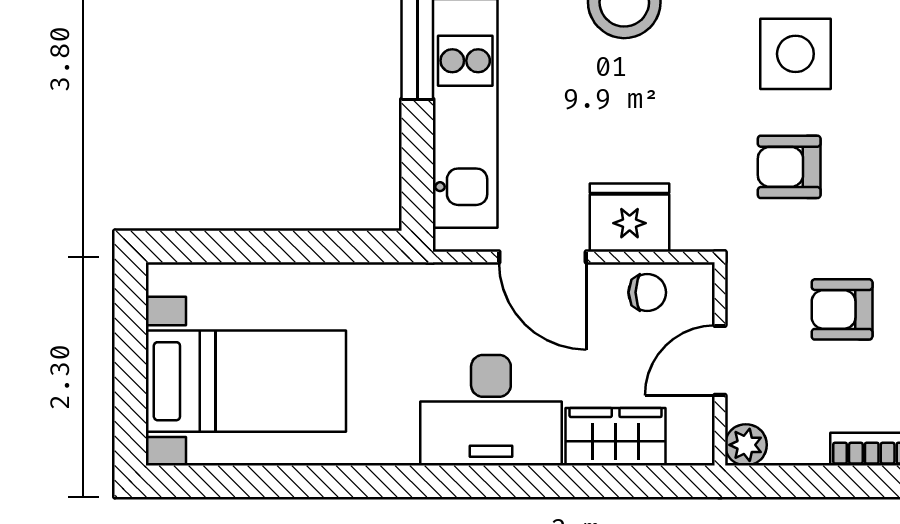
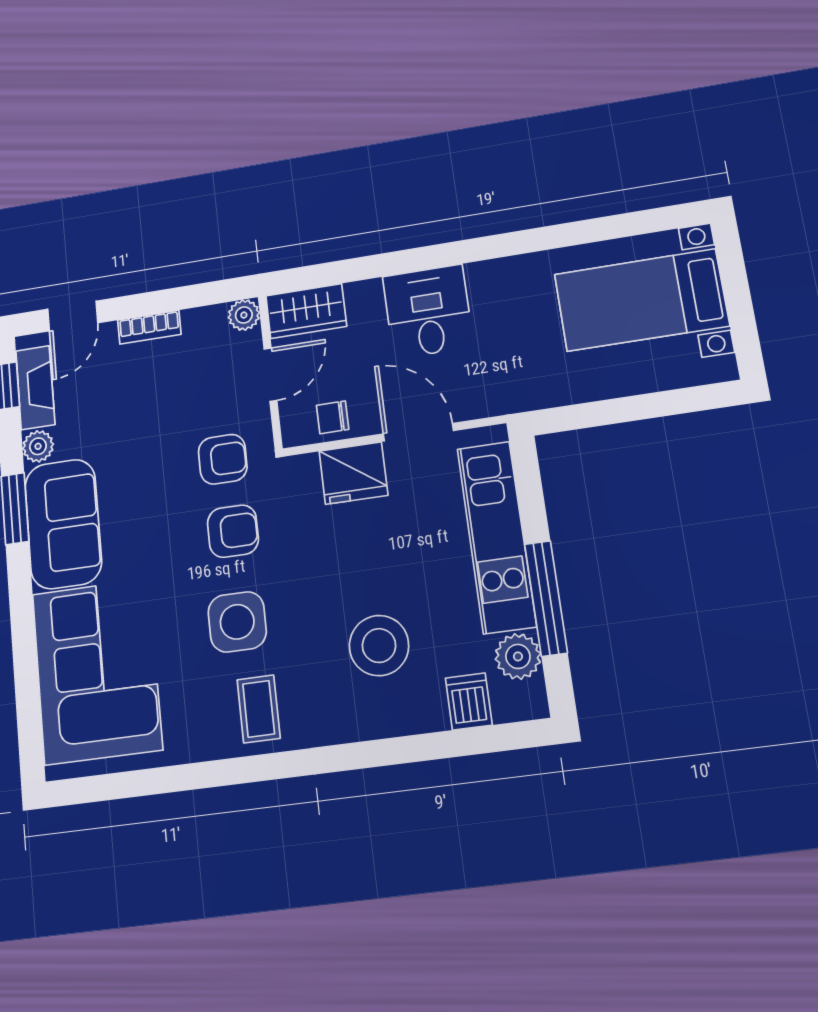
armchair: (842, 309) -> (223, 459), moved
desk: (491, 410) -> (428, 311), width x0.73
wardrobe: (616, 437) -> (306, 311), moved

